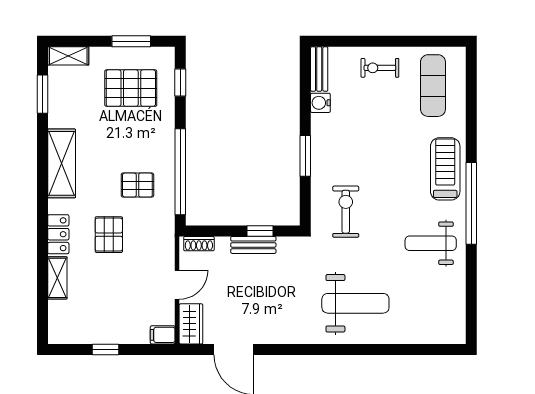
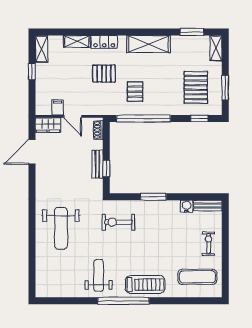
exercise bike: (346, 212) -> (118, 222), turned 180
shelving: (69, 334) -> (41, 49), added
filing cabinet: (163, 335) -> (58, 107), moved

